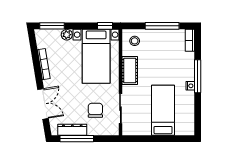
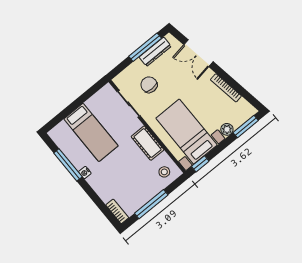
window: (198, 76) -> (68, 165), moved
chair: (95, 110) -> (149, 85), turned 180

